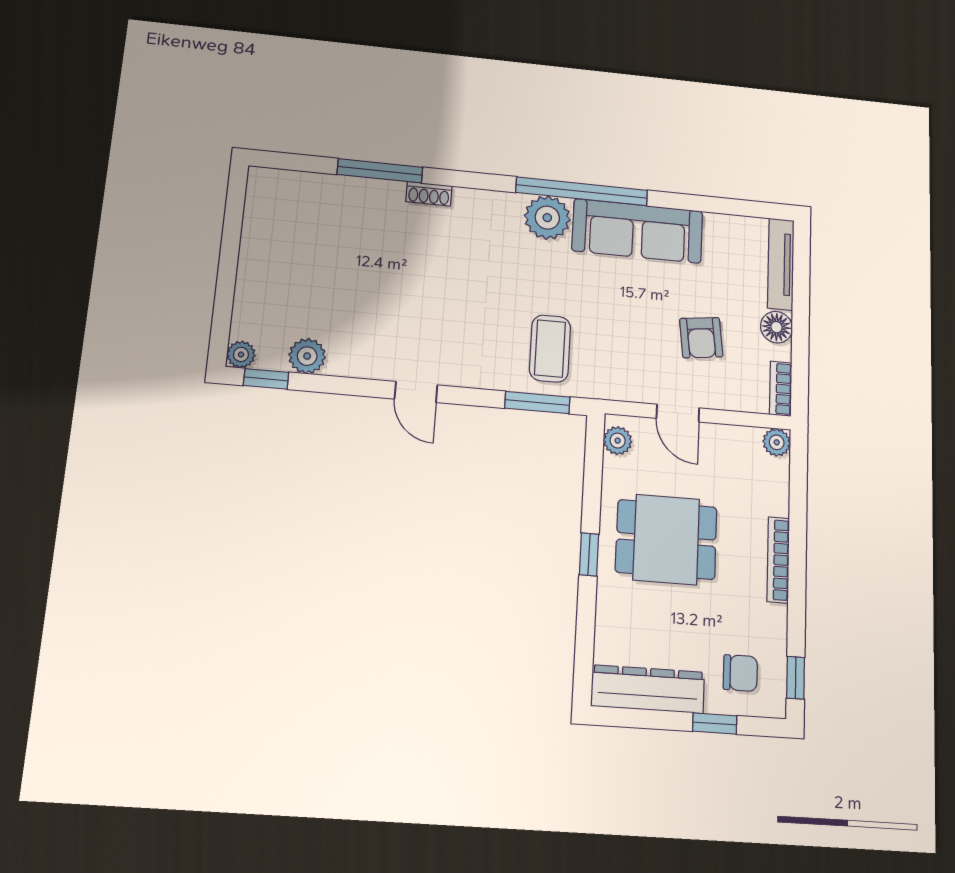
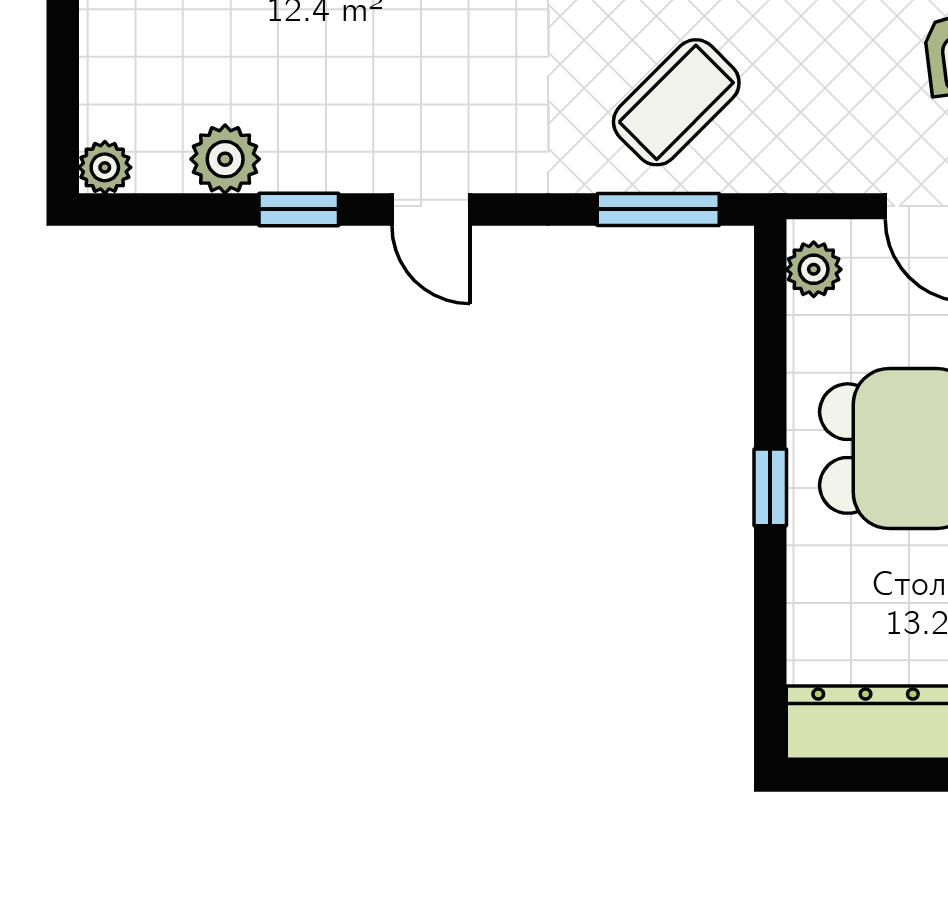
coffee table: (550, 349) -> (676, 102), turned 45
window: (266, 379) -> (299, 209), moved

